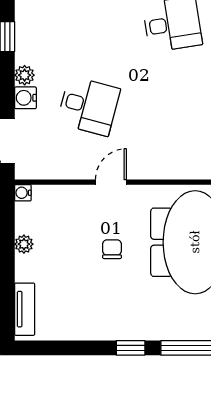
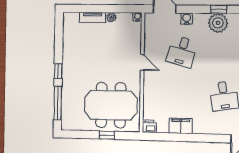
plant: (25, 75) -> (218, 23), moved, width x1.88, depth x1.88
chair: (112, 249) -> (108, 62), removed
tv unit: (25, 309) -> (92, 17), moved

